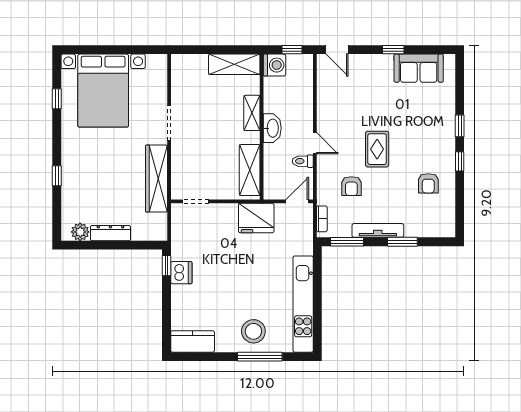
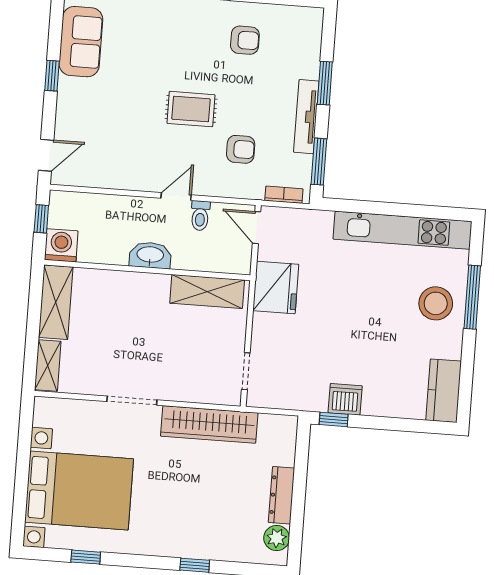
shelving: (252, 113) -> (48, 365), moved, turned 90

